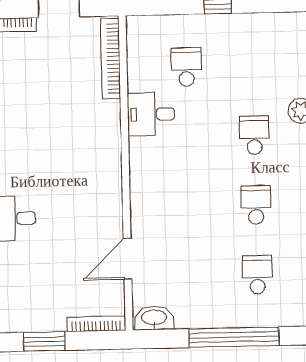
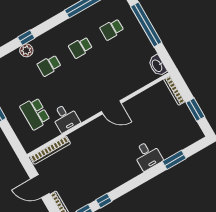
school desk: (186, 67) -> (35, 113), width x1.85
door: (128, 259) -> (111, 107), moved

